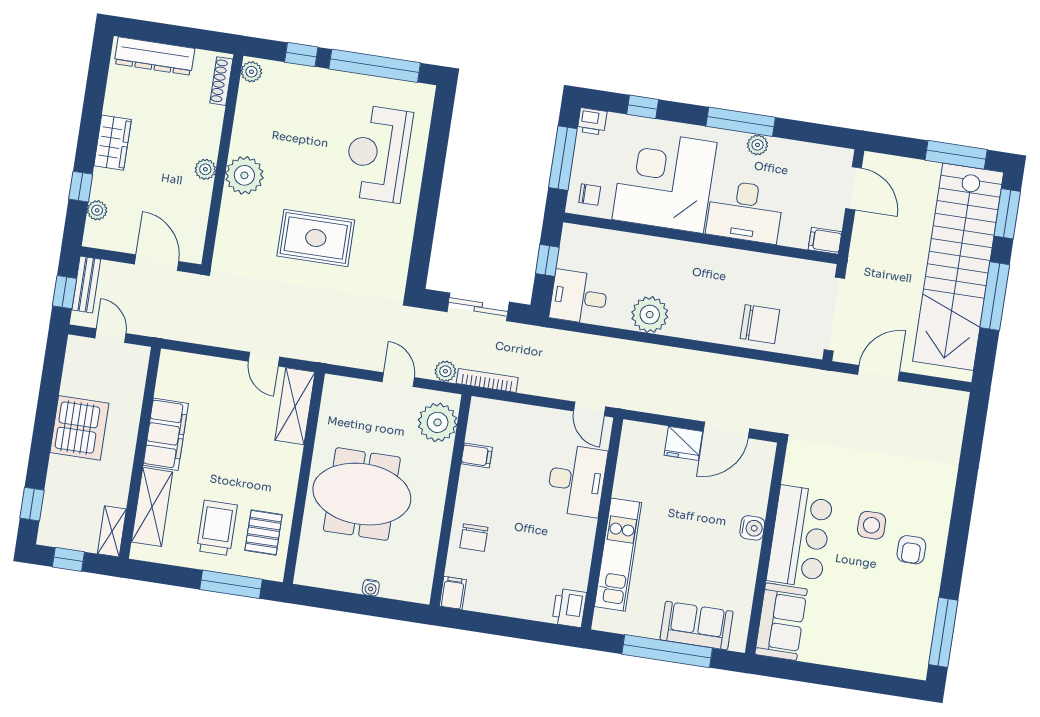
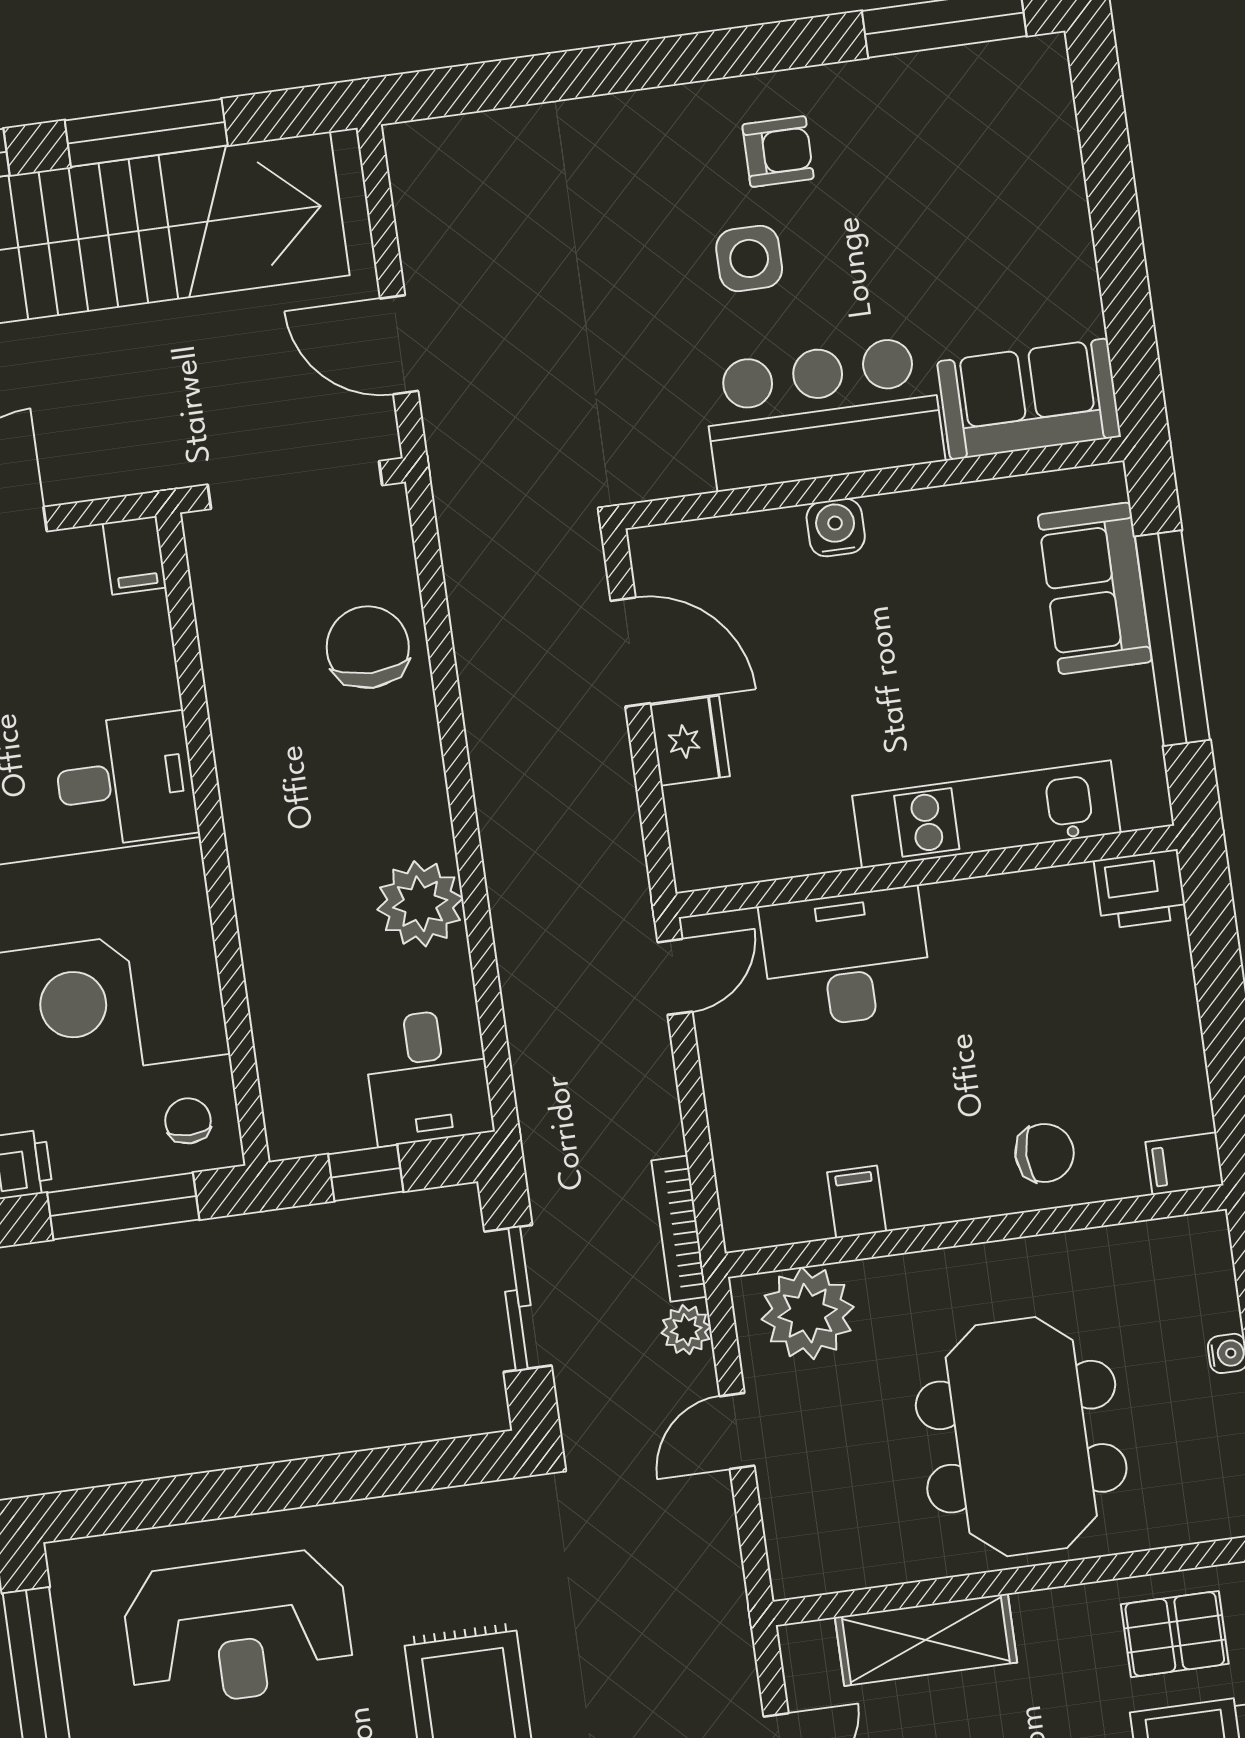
desk: (745, 212) -> (125, 780), width x0.73
shelving: (295, 406) -> (926, 1640), moved

